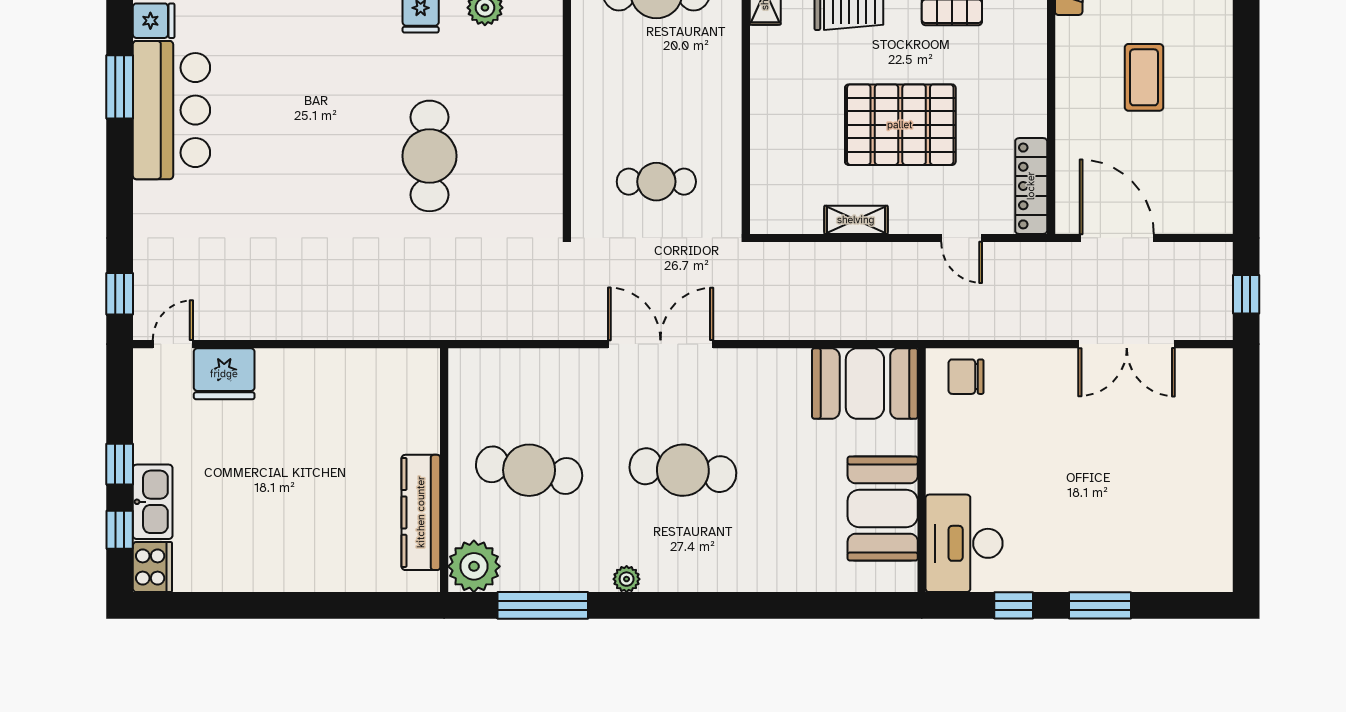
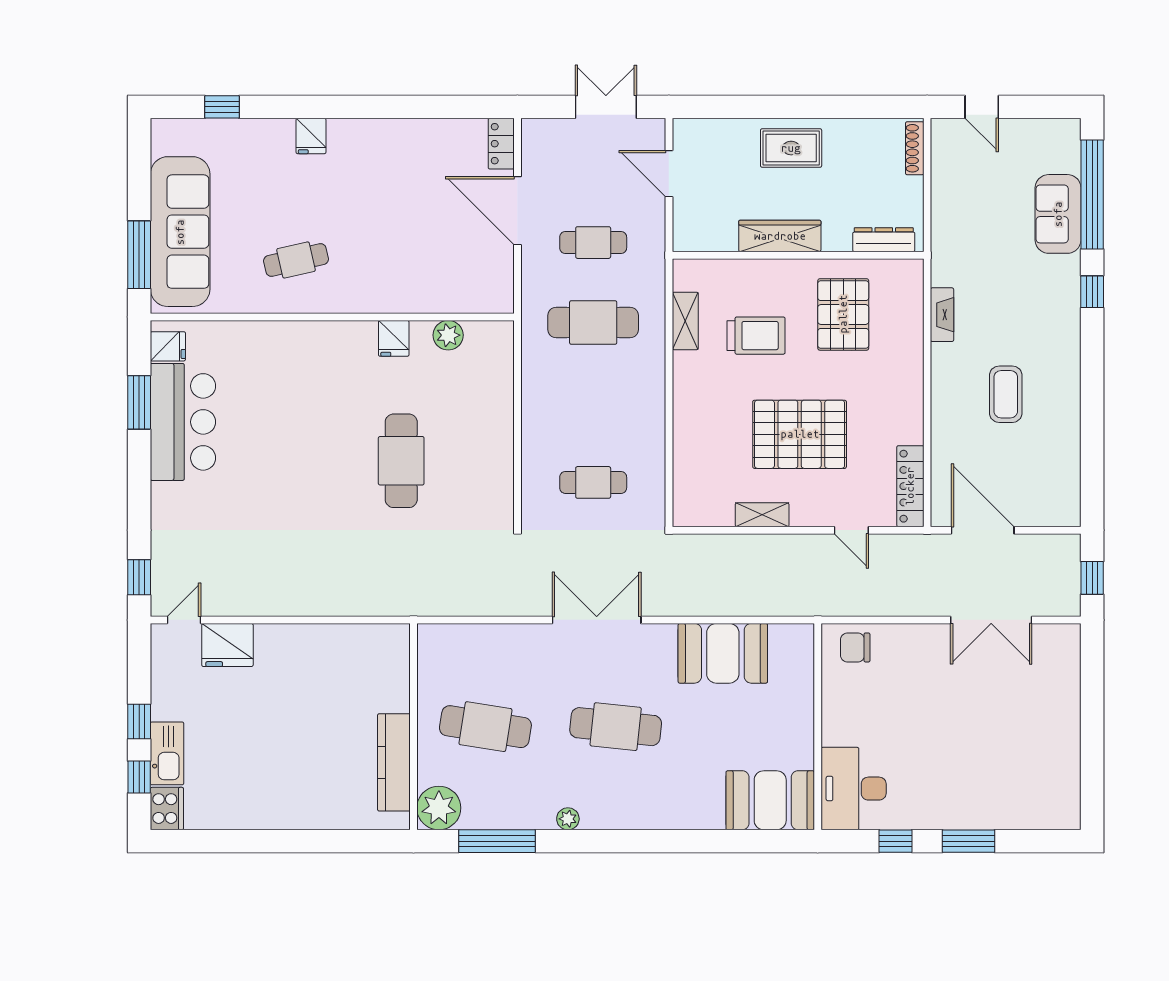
booth: (865, 384) -> (723, 653), moved
booth: (883, 509) -> (770, 800), moved, turned 90

